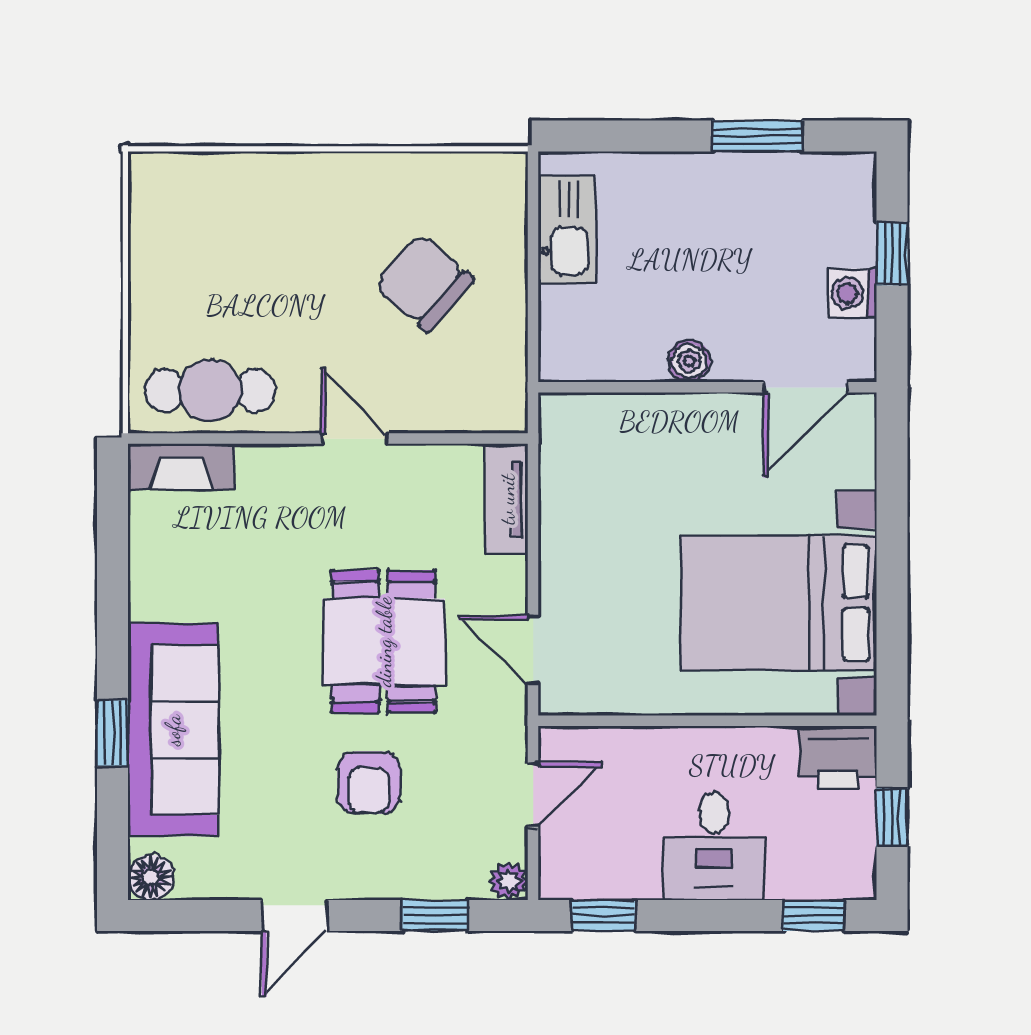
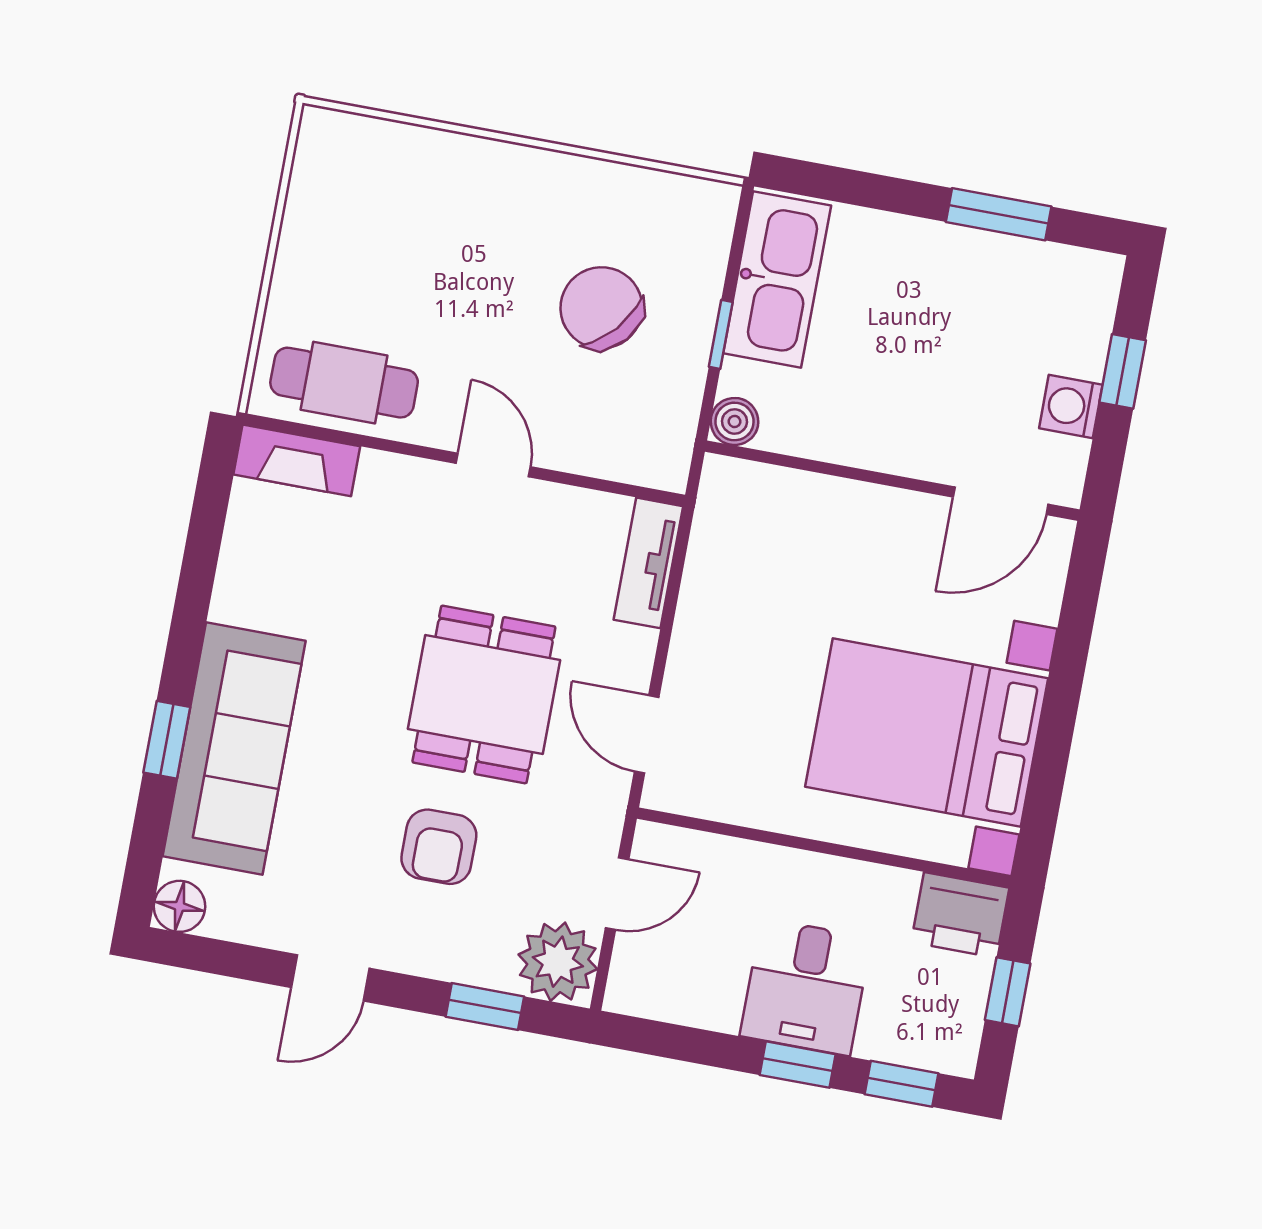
kitchen sink: (567, 229) -> (777, 279), width x1.36, depth x1.24
window: (533, 287) -> (721, 334), added
boiler: (689, 361) -> (734, 421), moved
plant: (509, 881) -> (558, 962), width x1.88, depth x1.88
window: (603, 916) -> (798, 1065), moved

